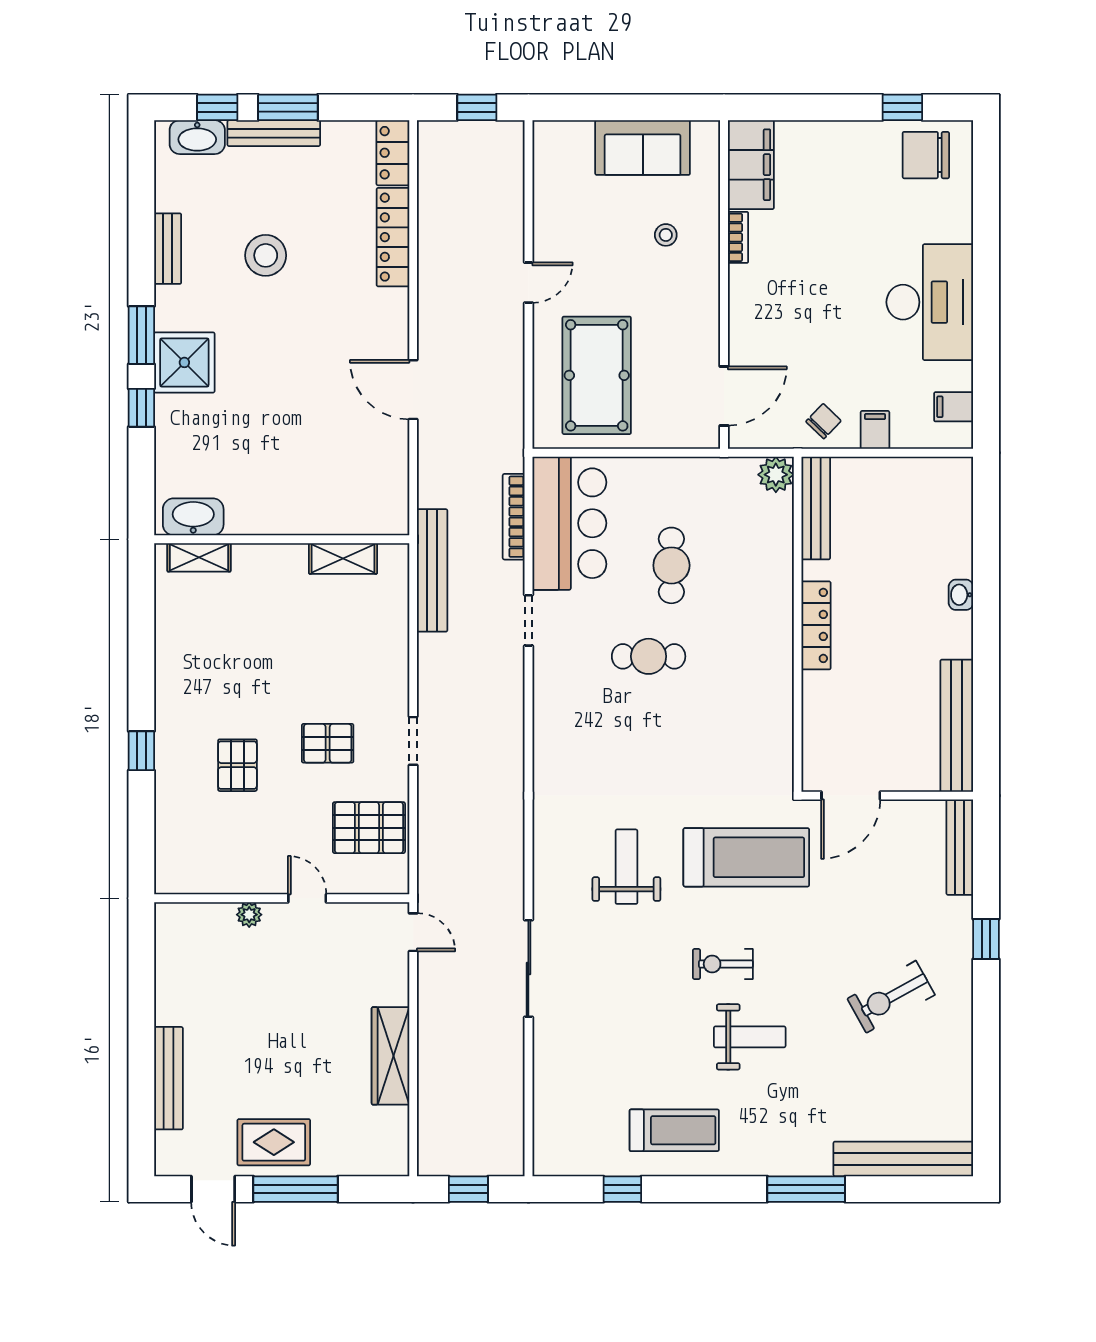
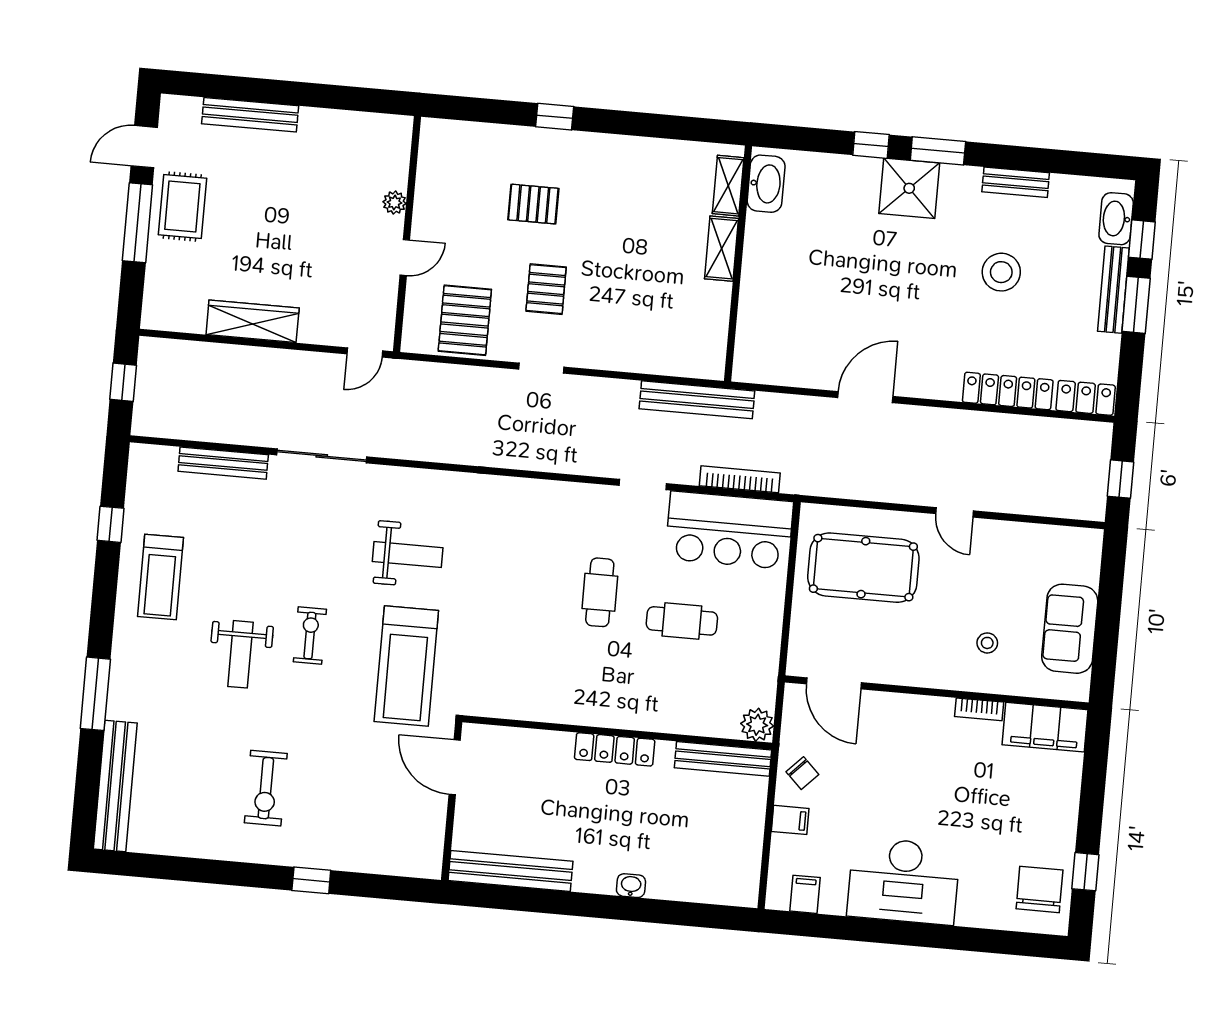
shelving: (343, 558) -> (722, 249), moved
bench: (960, 847) -> (223, 463), moved
exercise bike: (891, 997) -> (266, 788), turned -151

